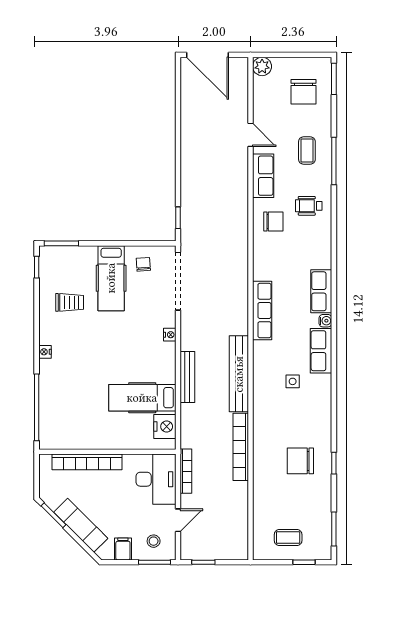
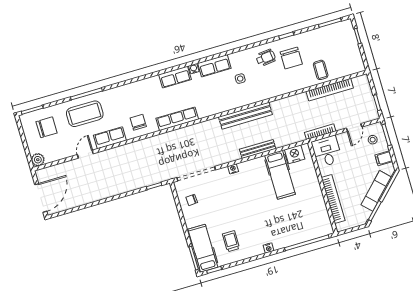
coffee table: (307, 150) -> (85, 114), width x1.86, depth x1.72
wheelchair: (309, 206) -> (266, 58), moved, turned -96
hospital bed: (111, 278) -> (203, 248), moved, turned -90
row of seats: (262, 310) -> (177, 119), moved
bookcase: (241, 447) -> (330, 90), moved
desk: (156, 479) -> (327, 151), width x0.73
door: (178, 520) -> (354, 127), swing flipped
coffee table: (288, 538) -> (321, 70), moved

